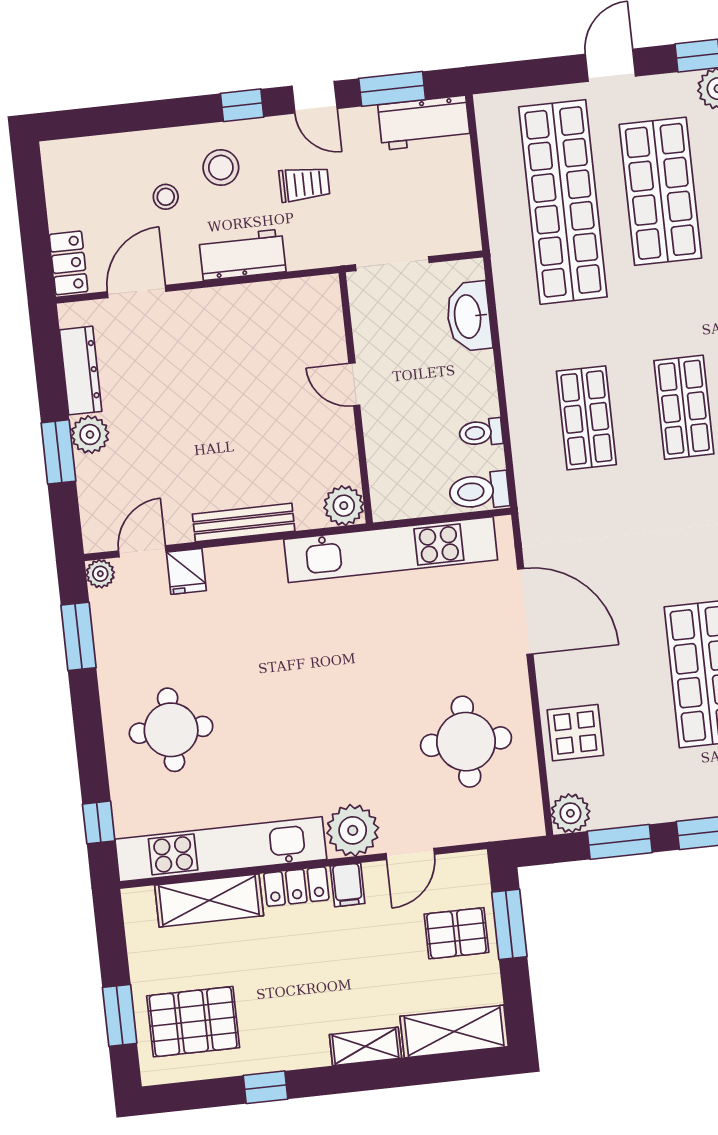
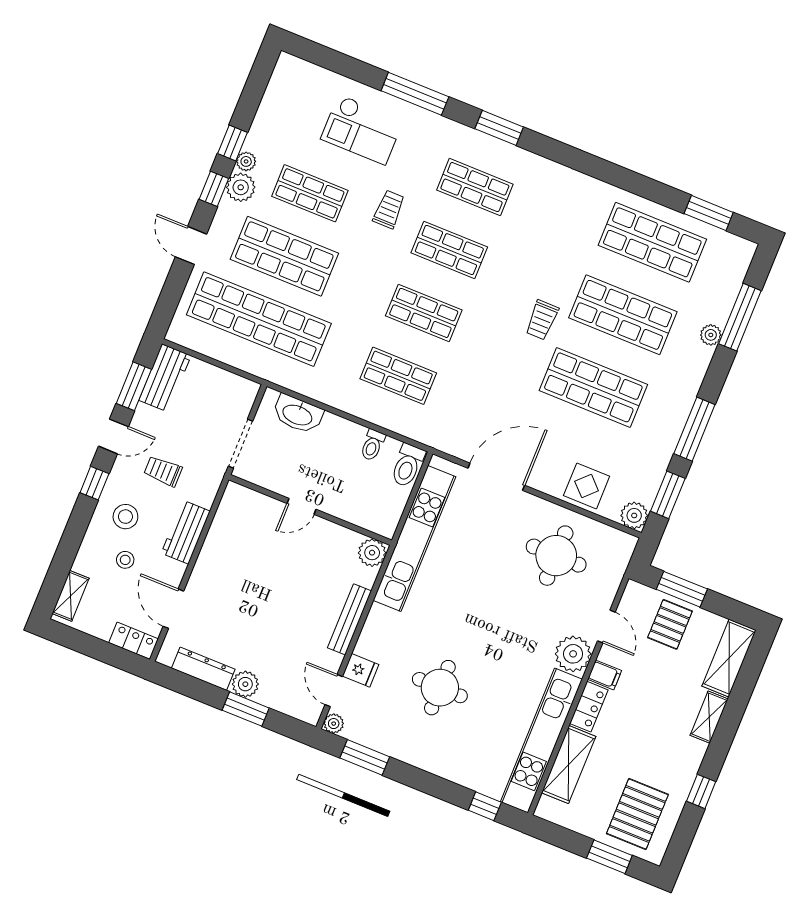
shelving: (83, 152) -> (71, 596), added
trolley: (304, 184) -> (163, 471), turned -90
round table: (171, 730) -> (440, 688), moved

